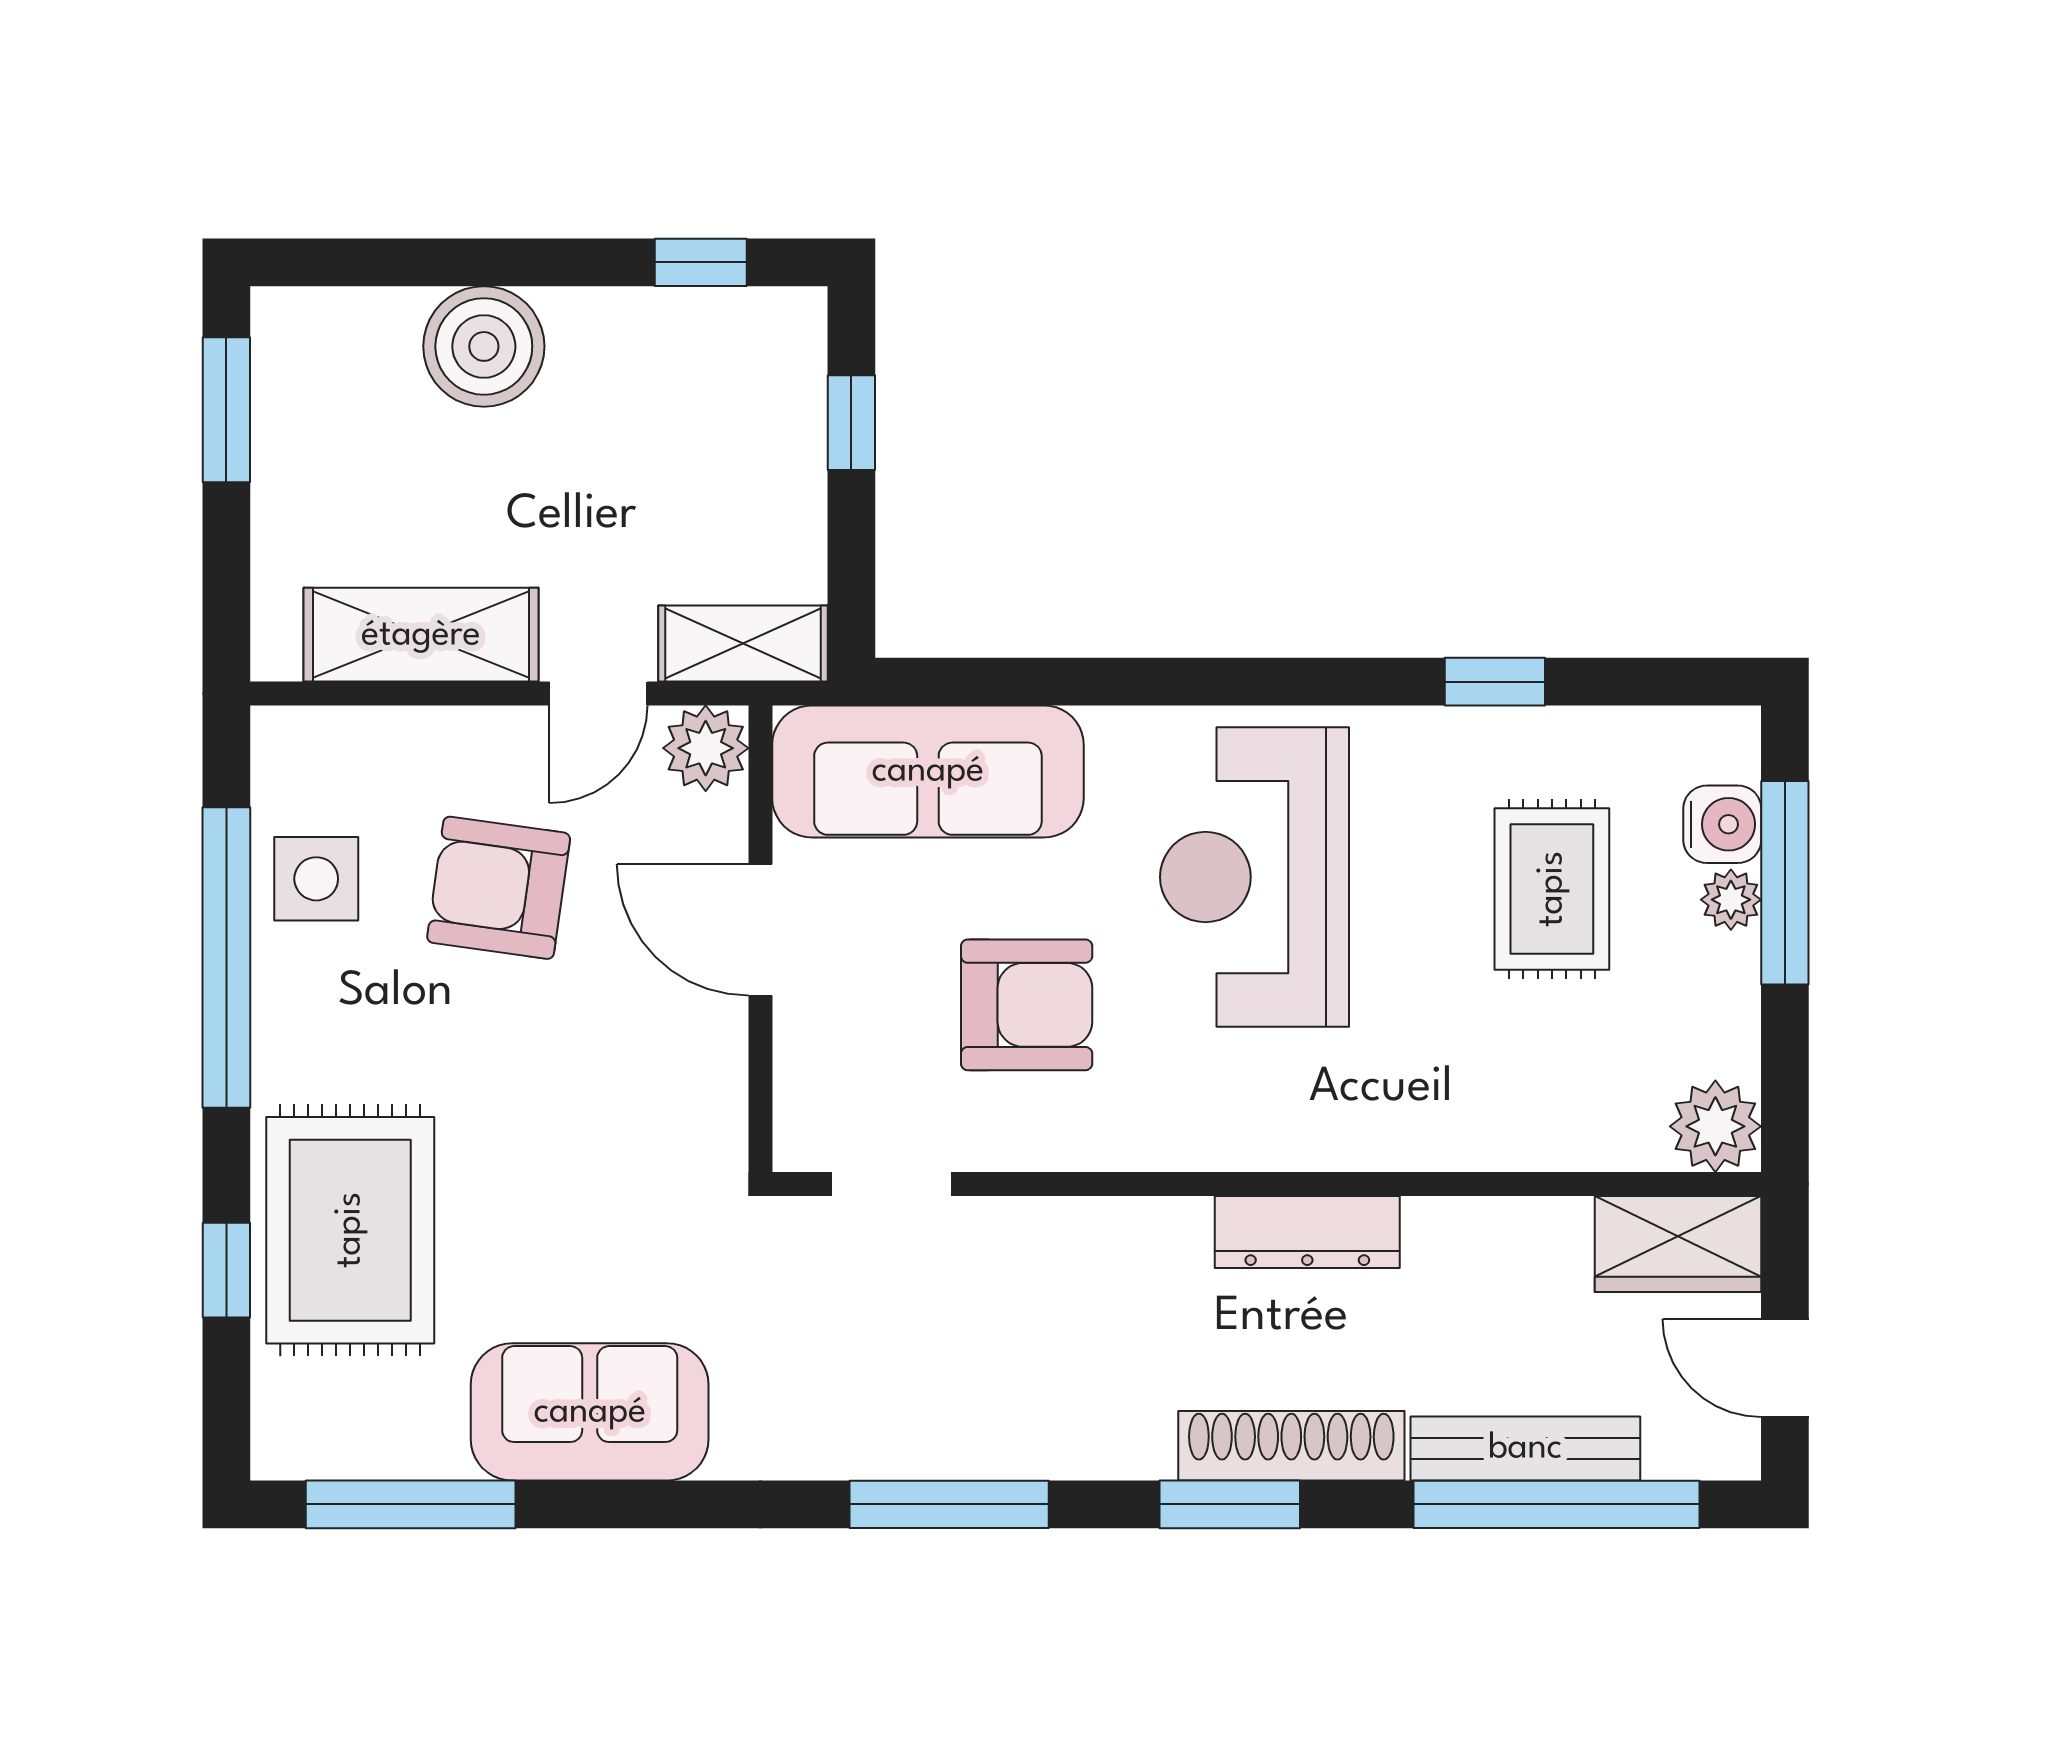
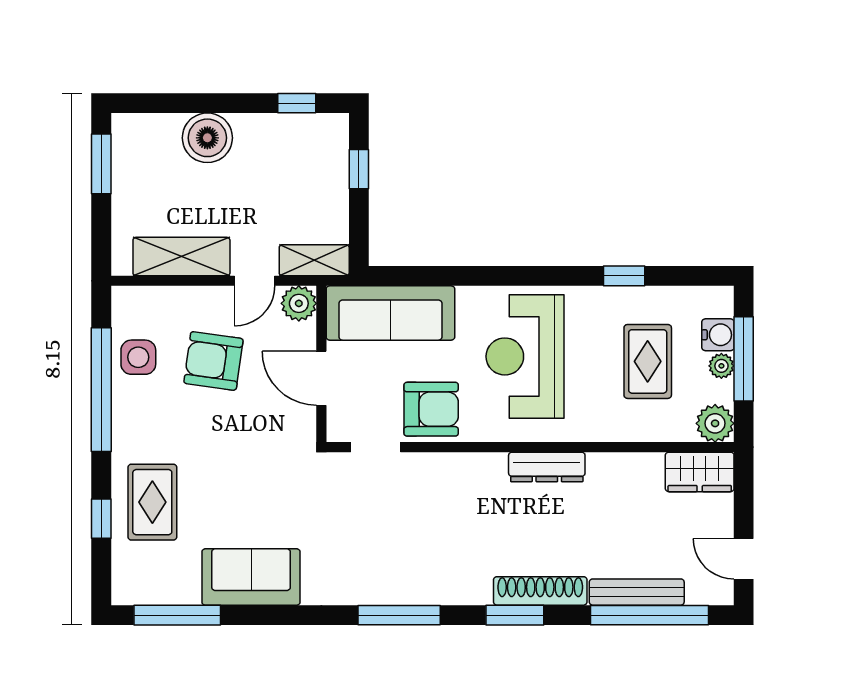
plant: (1715, 1126) -> (715, 423), moved
doorway: (892, 1184) -> (376, 447), moved
wall: (1267, 1184) -> (530, 447), moved
rug: (350, 1230) -> (152, 502), width x0.73, depth x0.70
dresser: (1307, 1232) -> (547, 467), moved
wardrobe: (1678, 1244) -> (700, 472), moved

